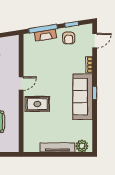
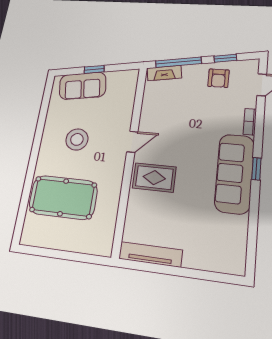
fireplace: (45, 35) -> (164, 73), moved
plant: (82, 146) -> (226, 262), removed
tv unit: (57, 148) -> (150, 254), moved

